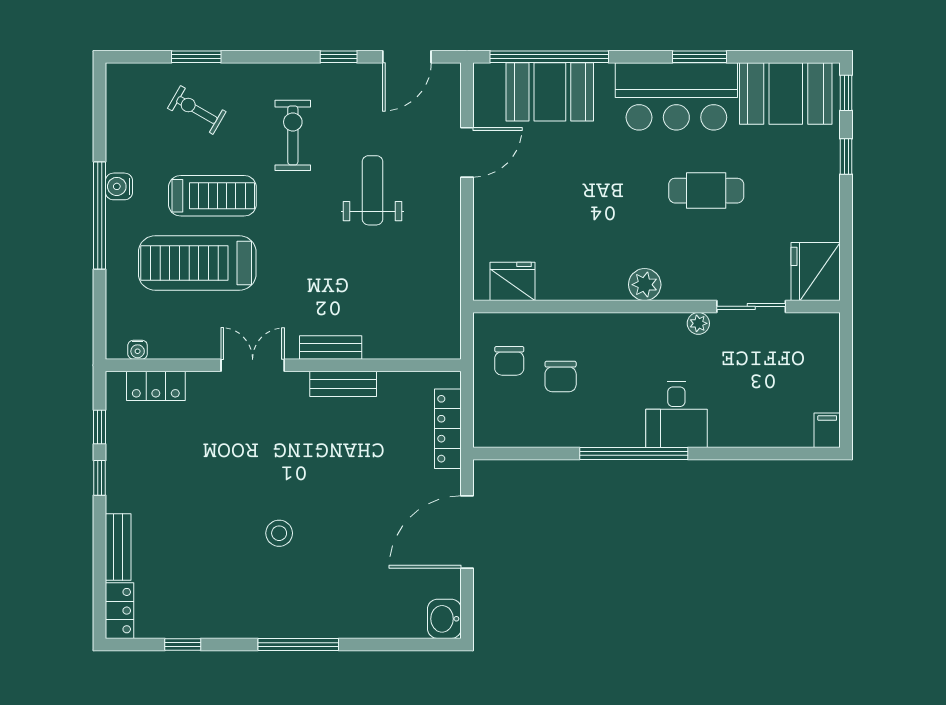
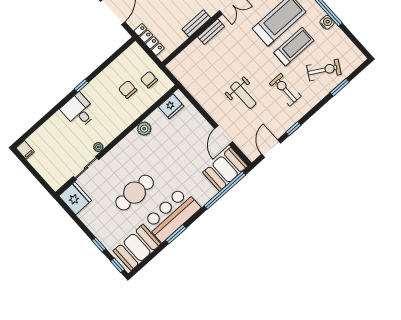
booth: (550, 92) -> (225, 169), moved
exercise bike: (197, 110) -> (324, 70), width x1.38, depth x1.39
exercise bike: (293, 135) -> (285, 90), turned 180
cafe table: (706, 191) -> (135, 193), width x1.37, depth x1.35
treadmill: (212, 196) -> (294, 47), turned 180
plant: (645, 285) -> (144, 129), moved
window: (634, 453) -> (81, 86), width x0.32

